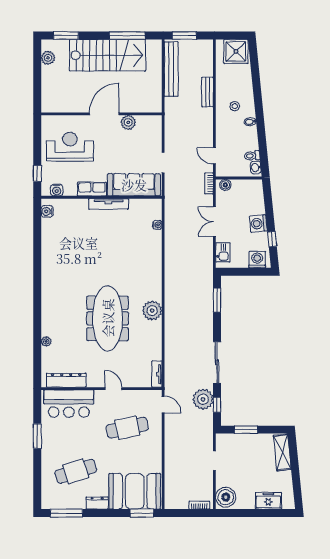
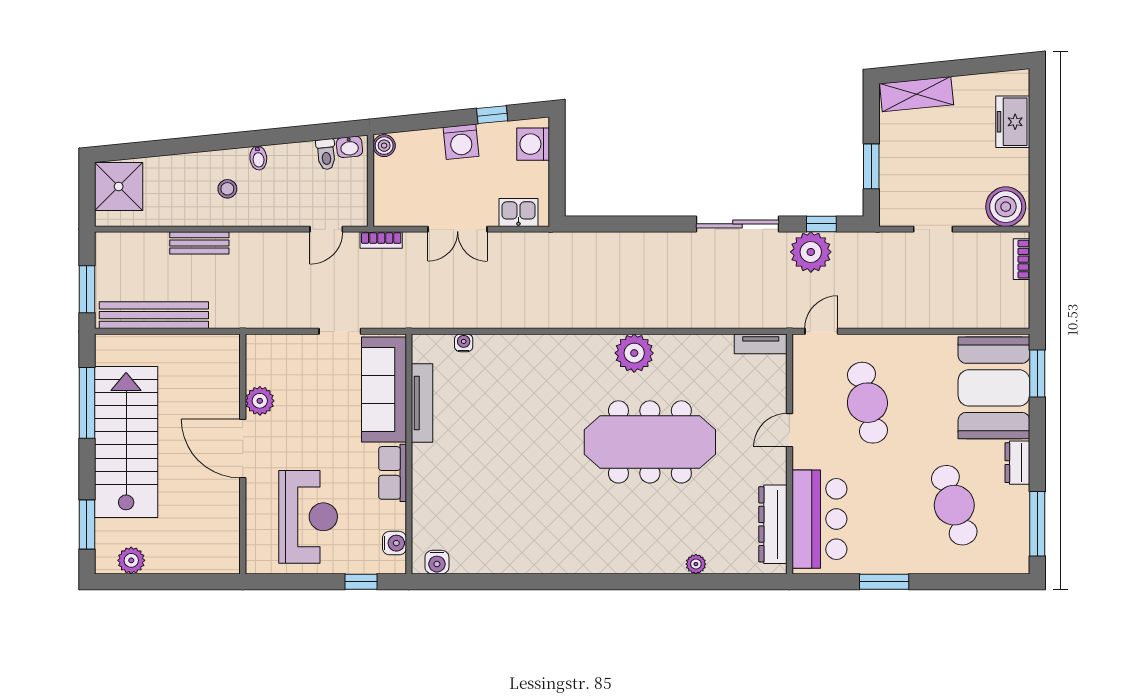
reception desk: (70, 147) -> (308, 517), turned 180
boiler: (225, 185) -> (384, 146), moved
tv unit: (108, 204) -> (422, 403), moved
window: (217, 300) -> (613, 224), removed

